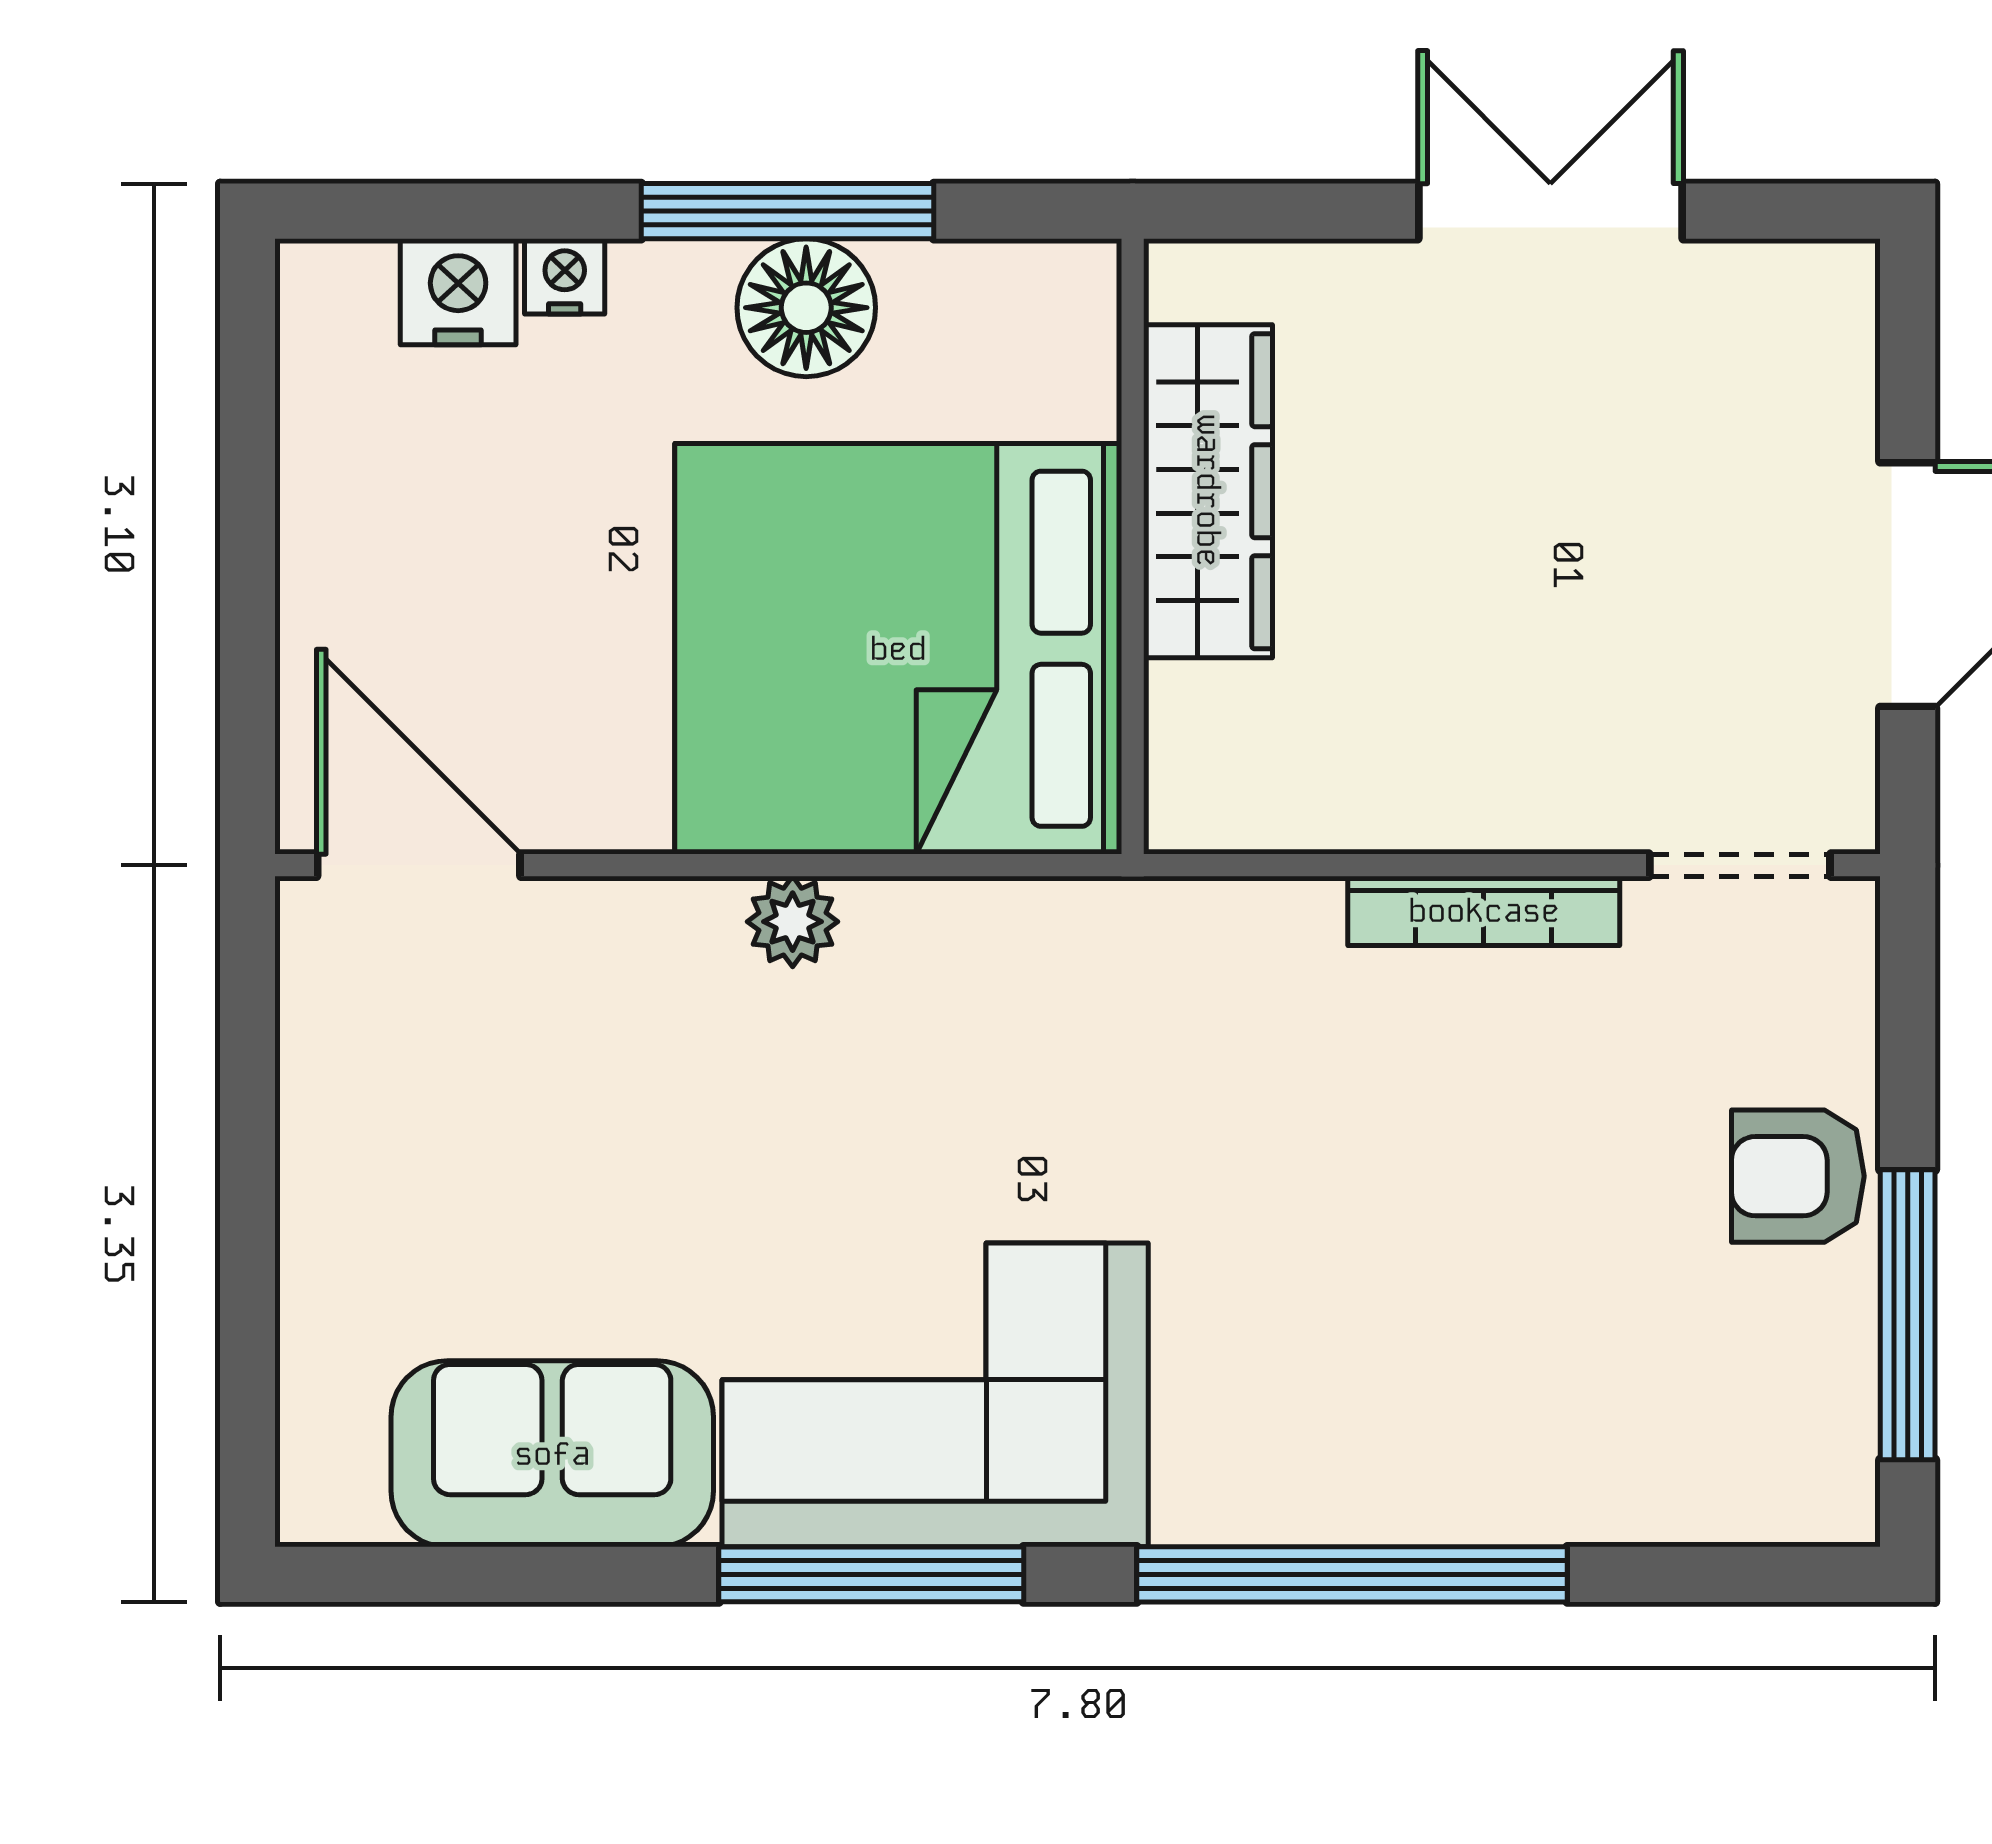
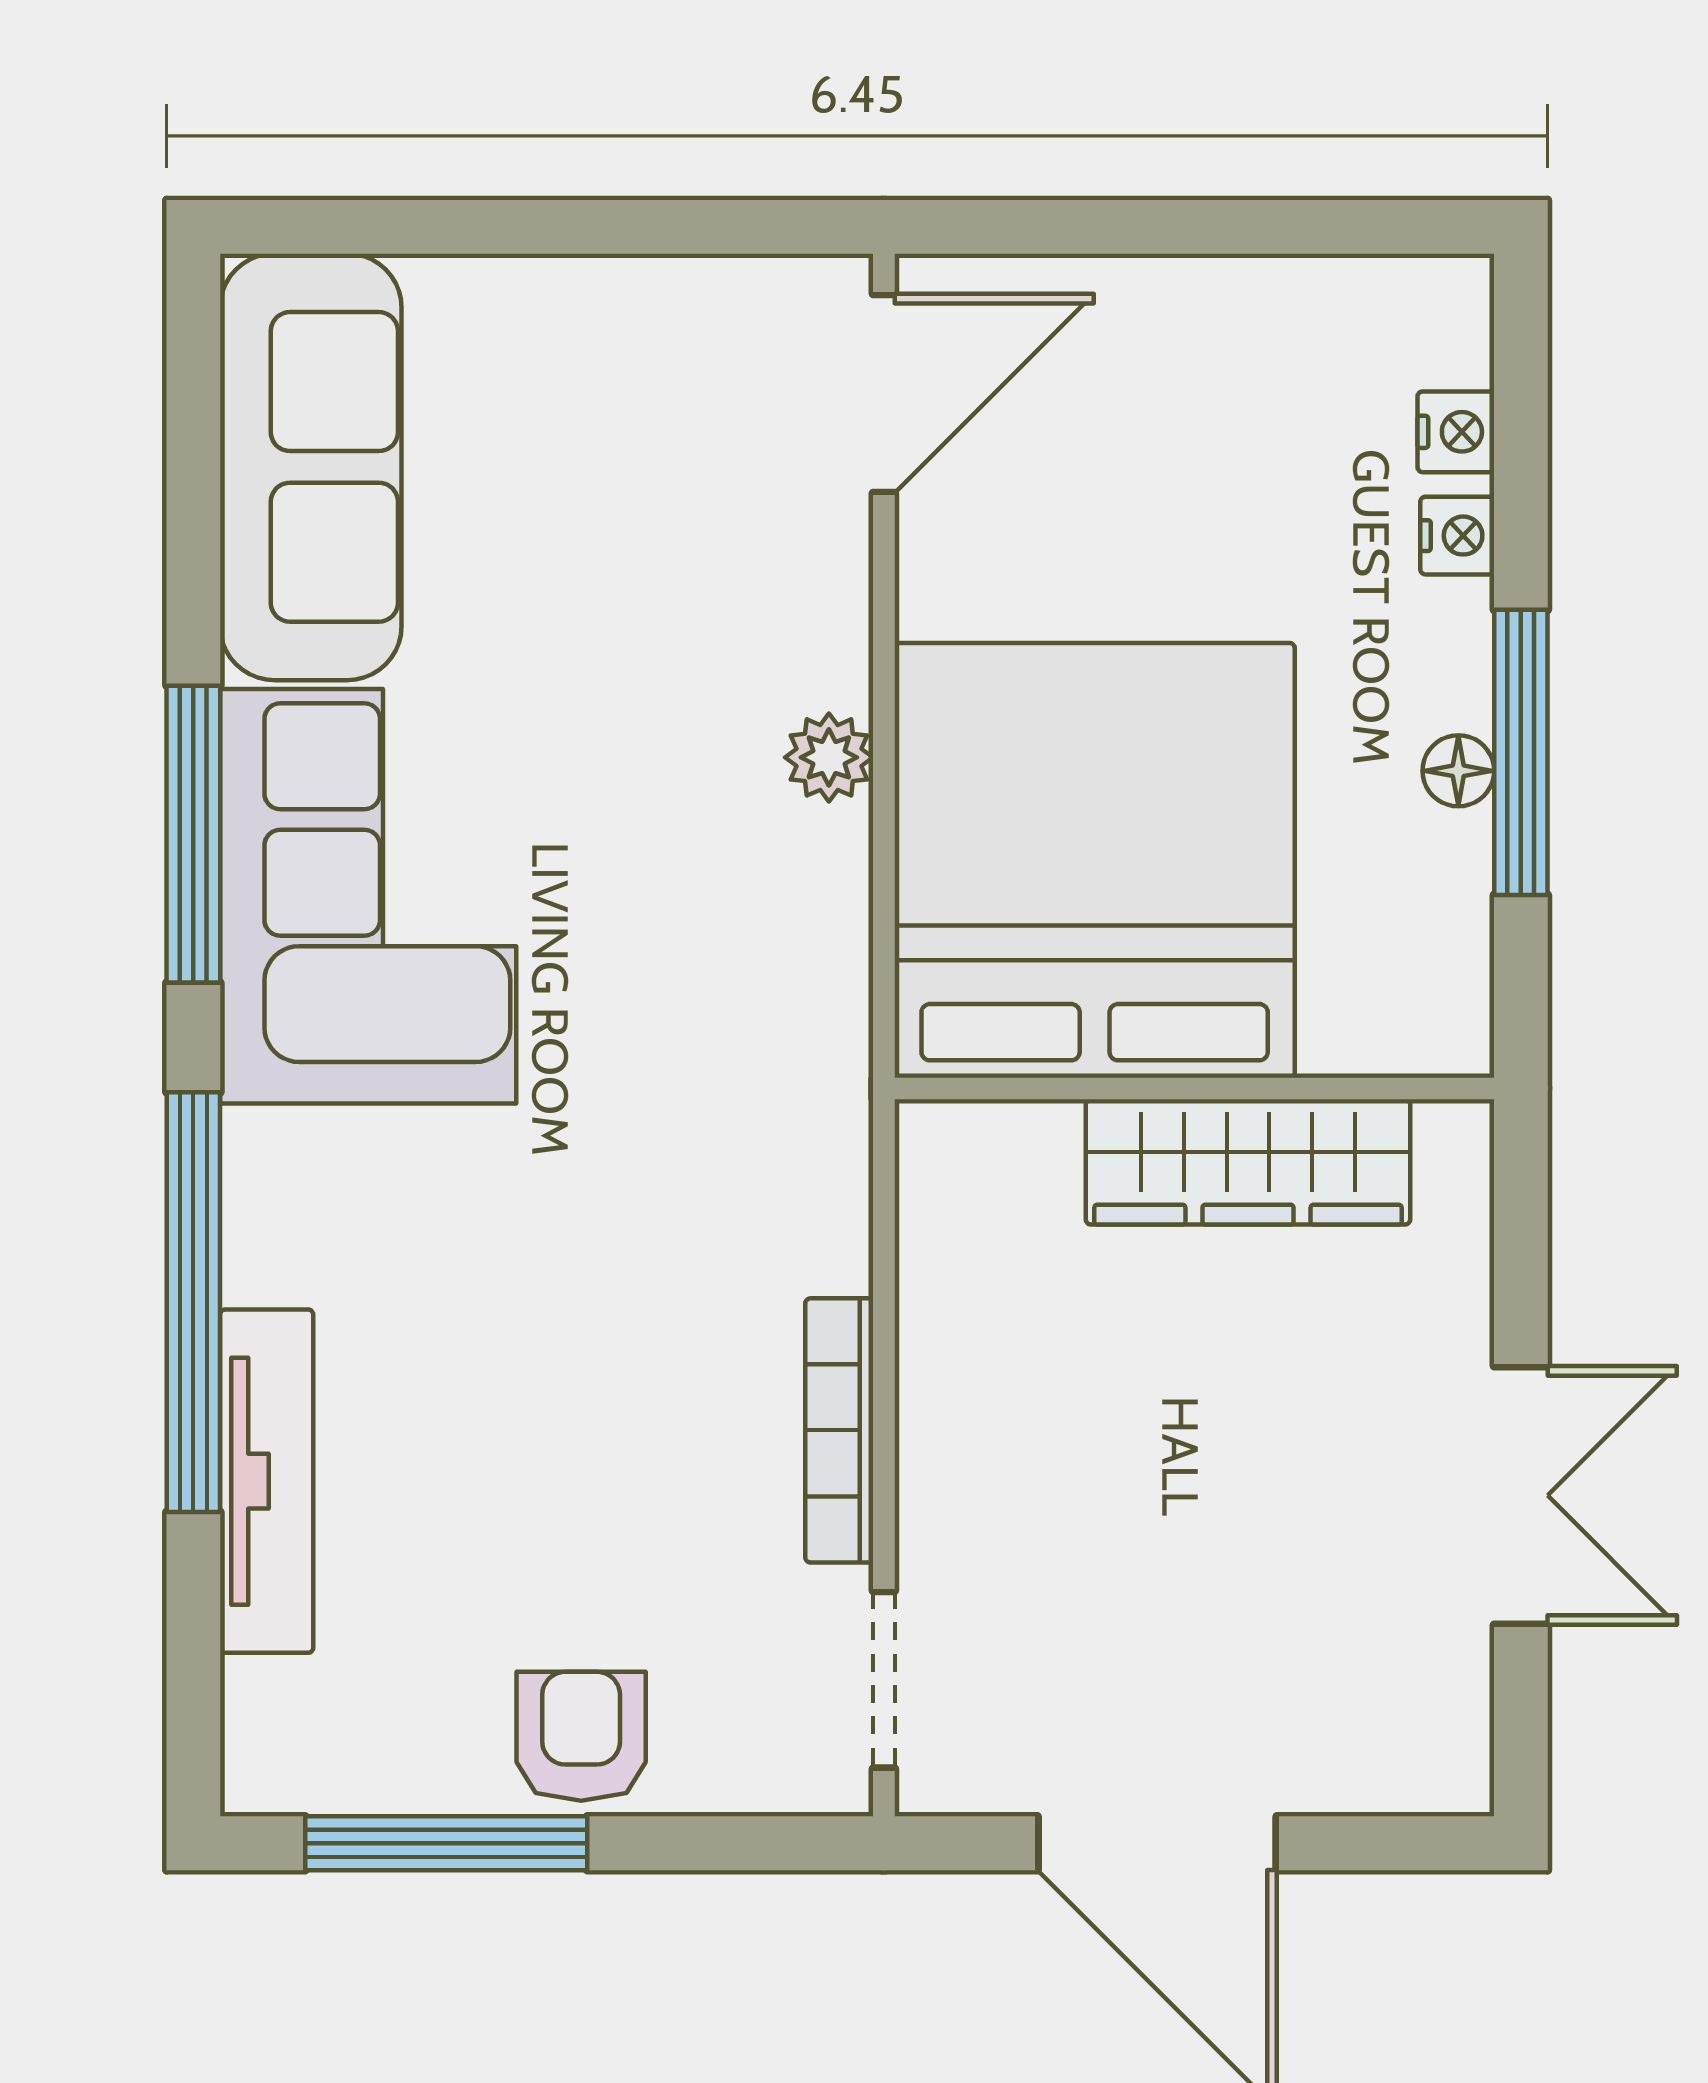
nightstand: (458, 292) -> (1456, 432), width x0.72, depth x0.74
floor lamp: (806, 308) -> (1458, 771), width x0.53, depth x0.53
sofa: (552, 1454) -> (311, 467), width x1.36
tv unit: (1536, 1499) -> (267, 1481), added

